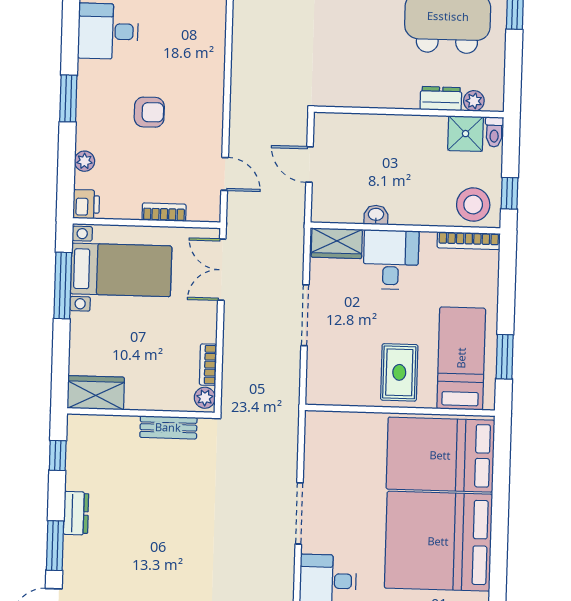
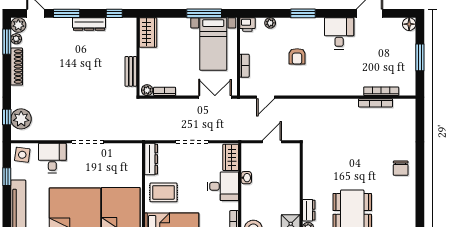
dresser: (335, 394) -> (151, 159), added
dresser: (76, 513) -> (89, 24), width x1.44

